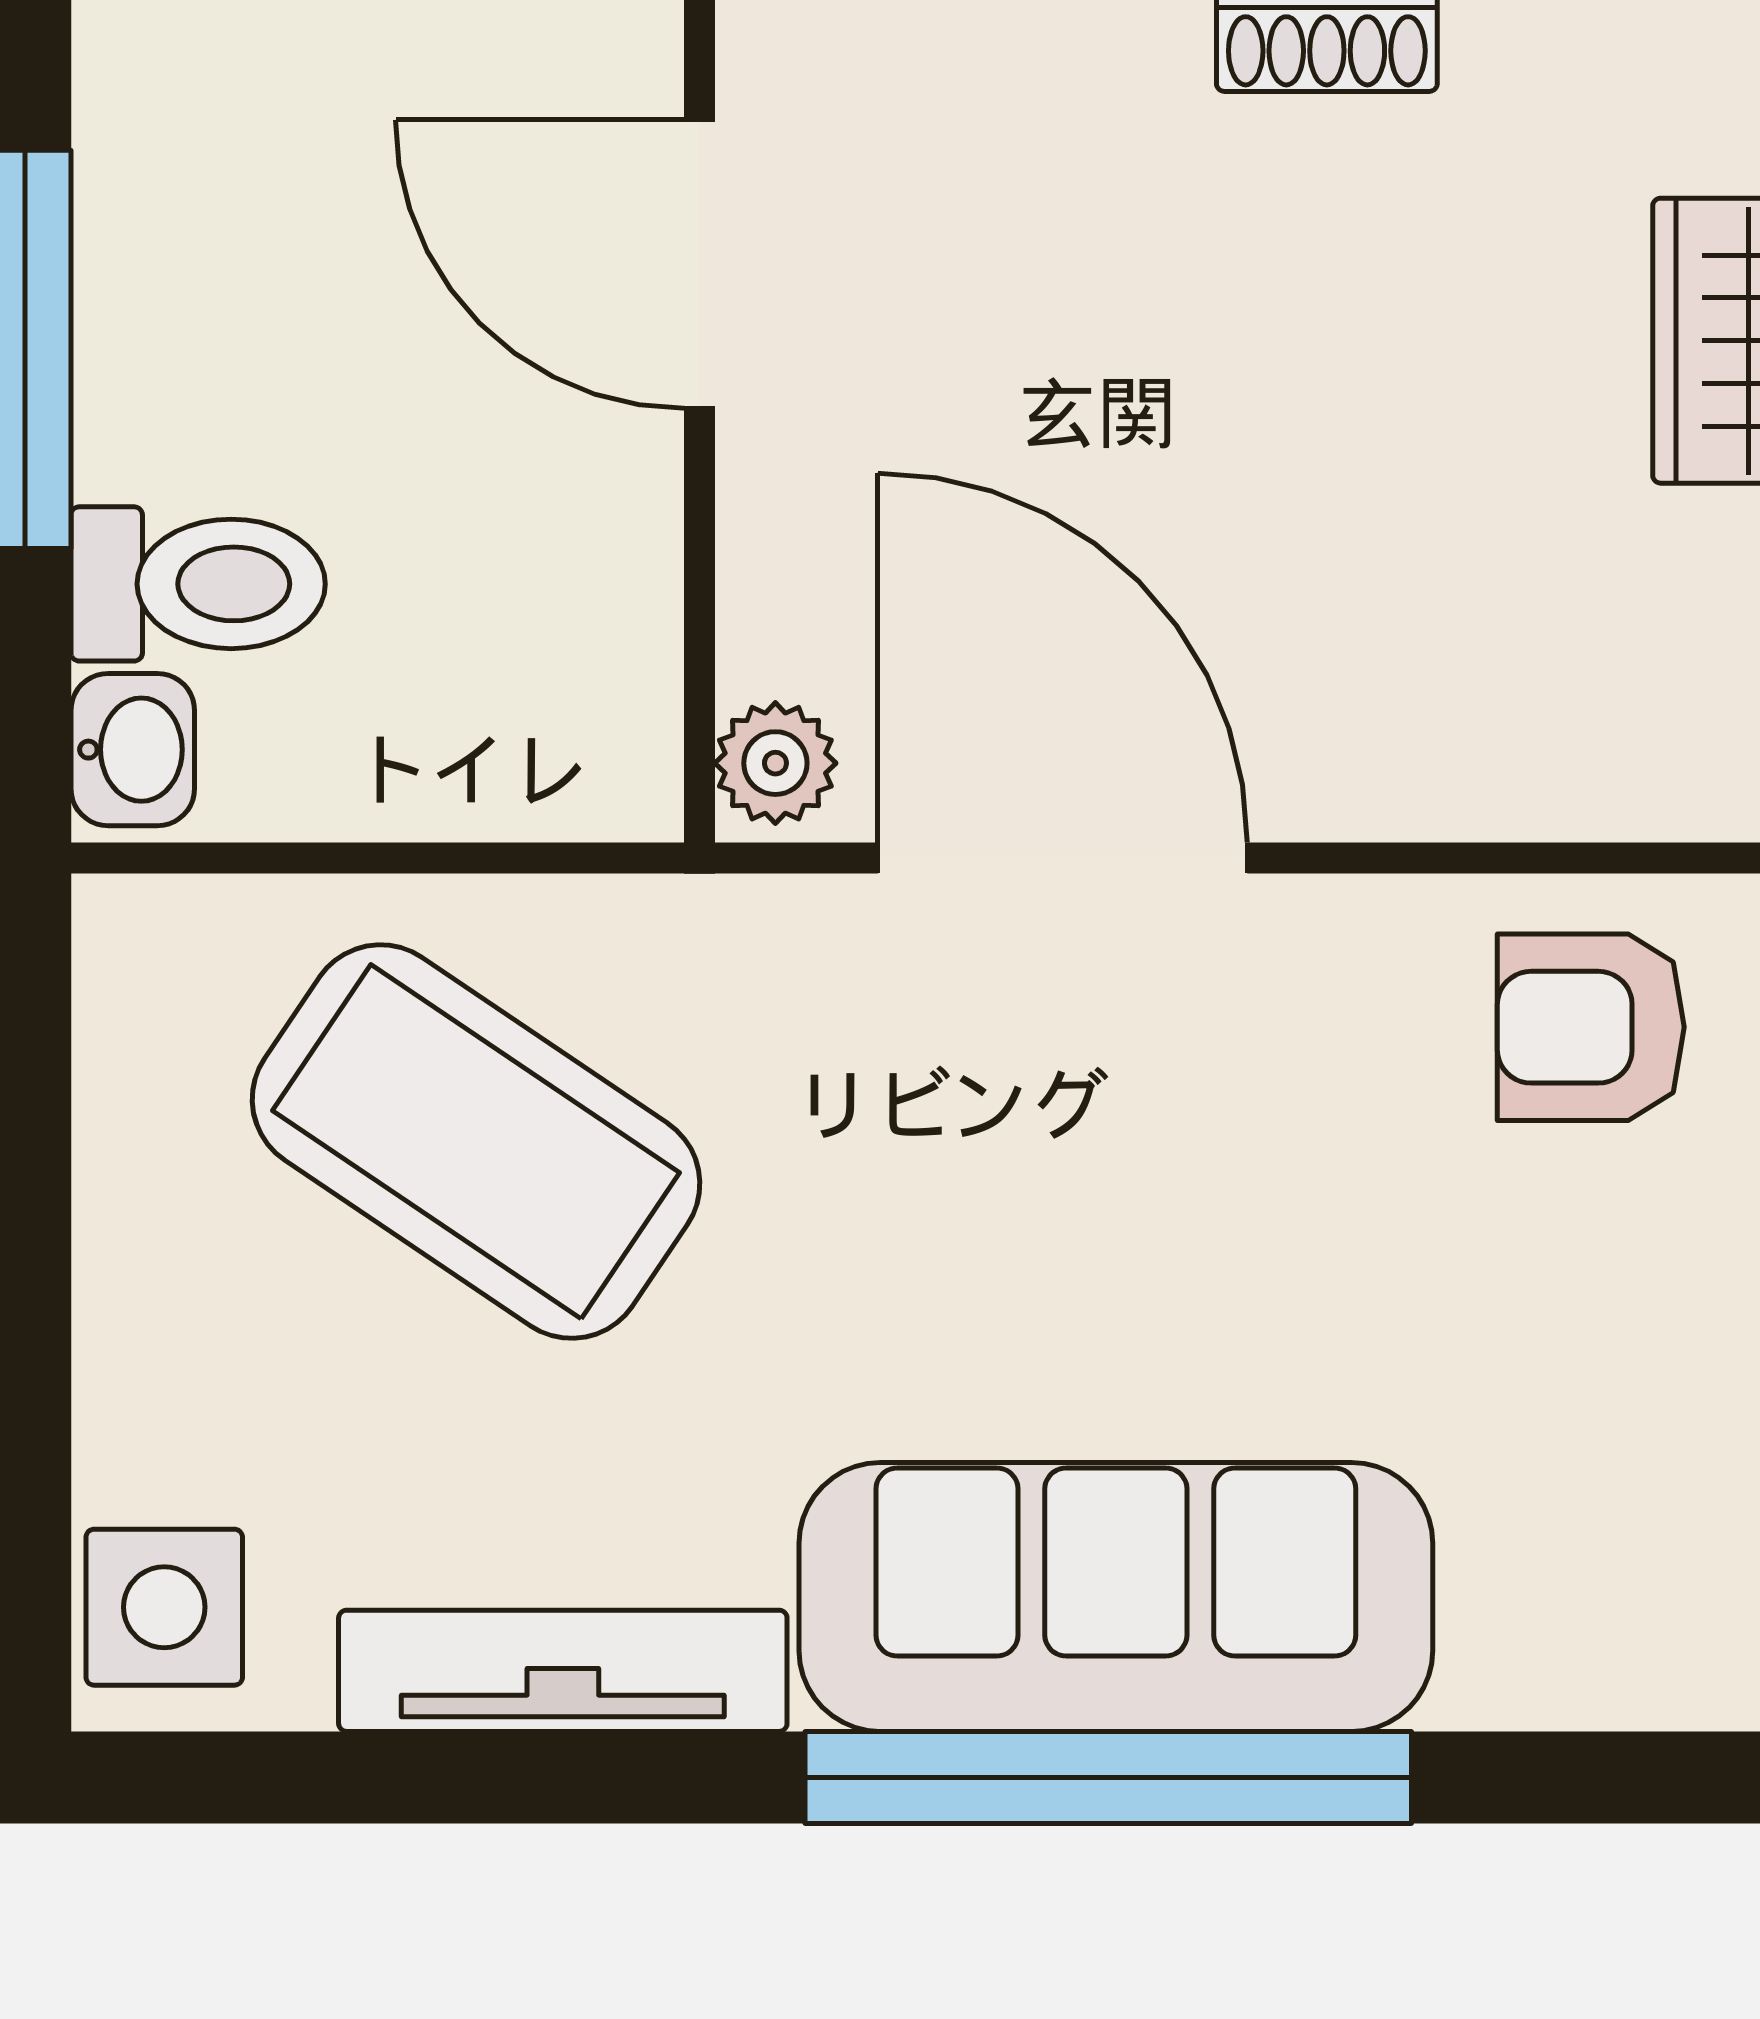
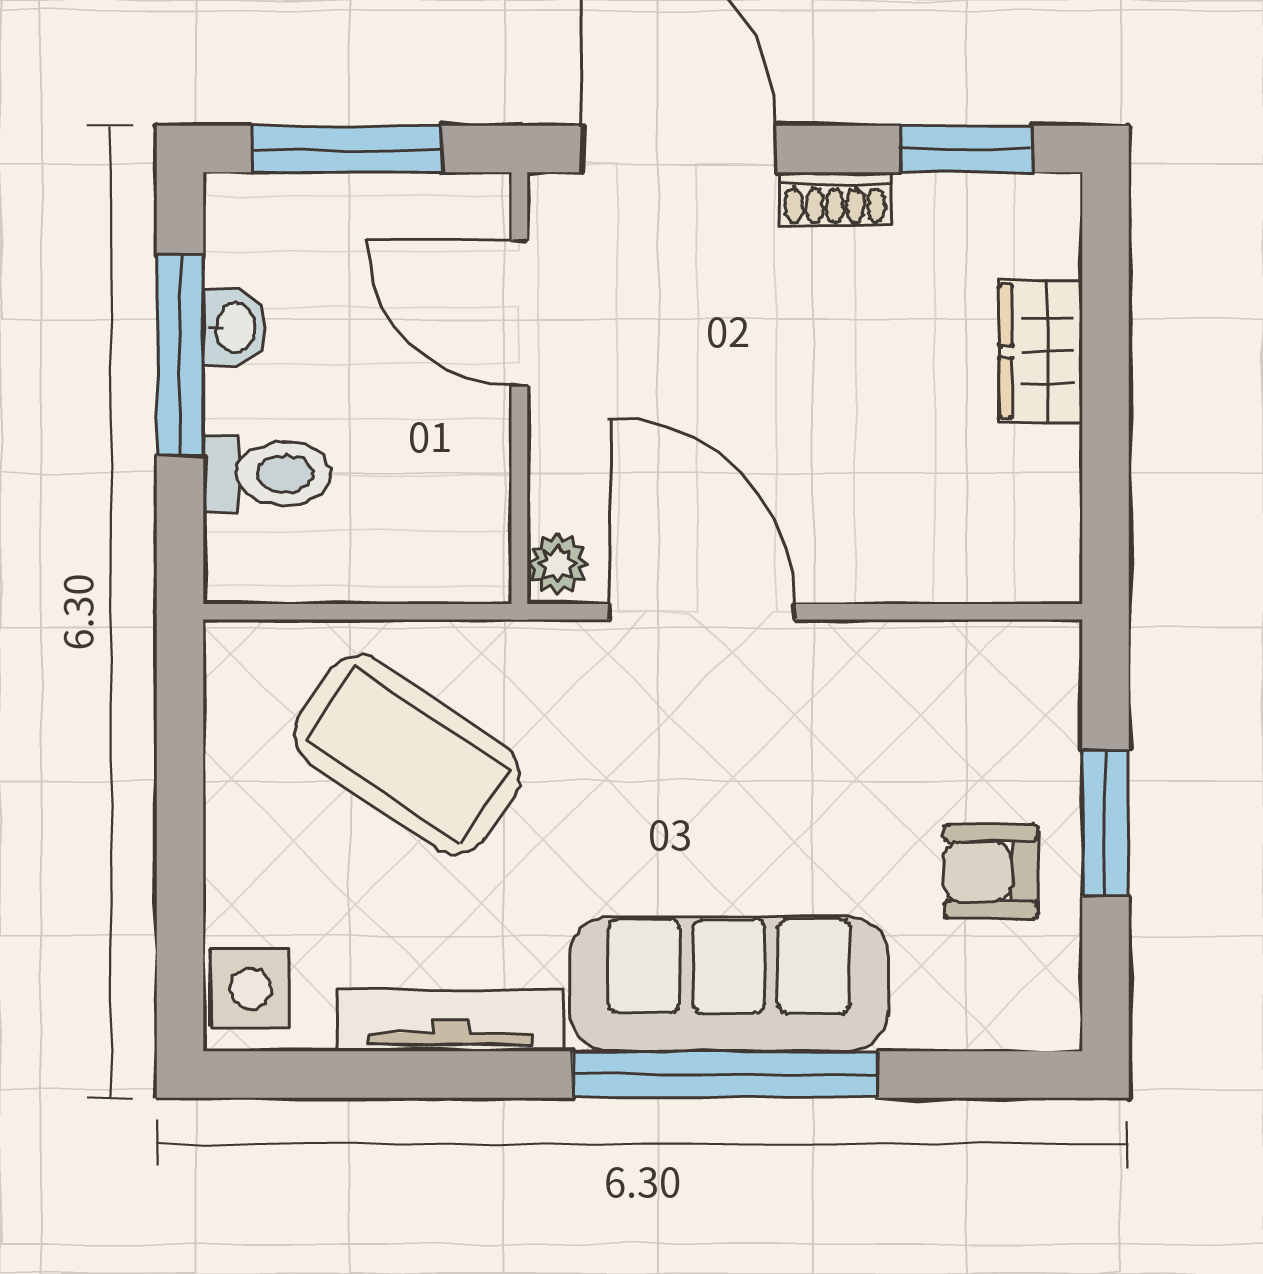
washbasin: (133, 750) -> (234, 328), moved
armchair: (1591, 1027) -> (991, 871), moved

